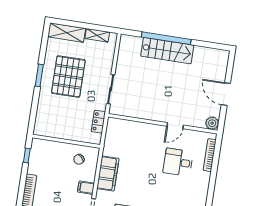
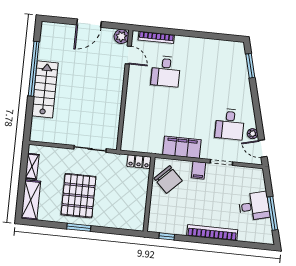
window: (166, 38) -> (34, 69), moved
pallet: (68, 77) -> (78, 196), turned 90
locker: (98, 122) -> (139, 162), moved
door: (175, 126) -> (128, 55), moved
chair: (79, 159) -> (168, 180), width x1.87, depth x1.87

